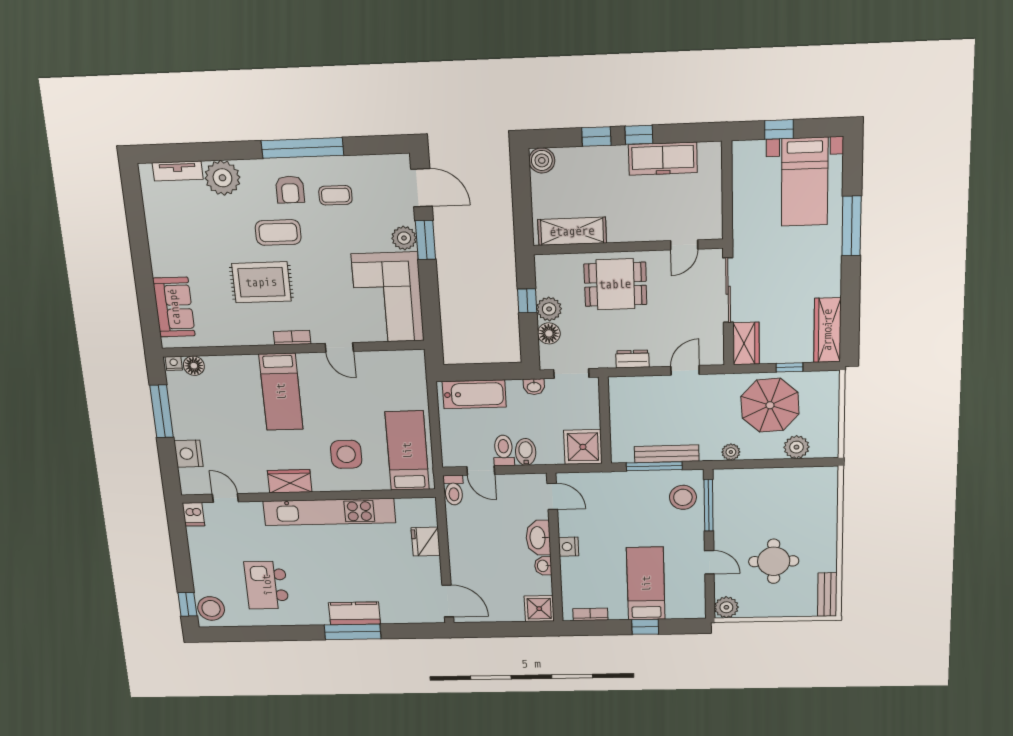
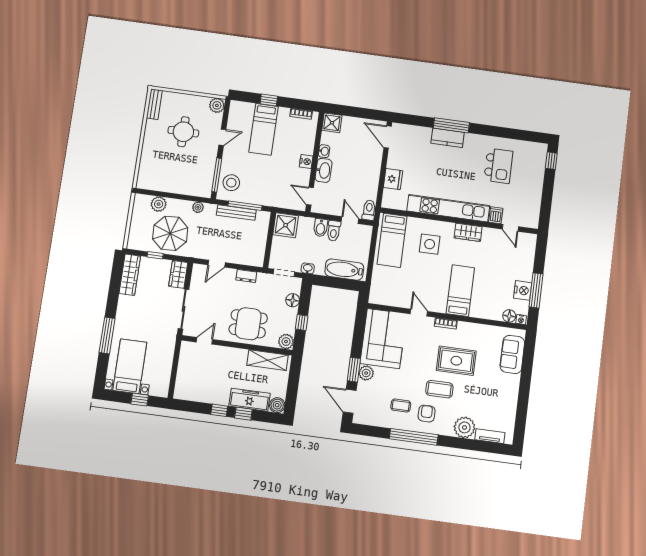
freezer: (663, 159) -> (250, 400), moved
plant: (549, 309) -> (286, 342), moved
nightstand: (188, 454) -> (523, 290), moved
dishwasher: (193, 514) -> (496, 215), moved
door: (709, 562) -> (222, 137), swing flipped
stool: (211, 608) -> (537, 156), removed

